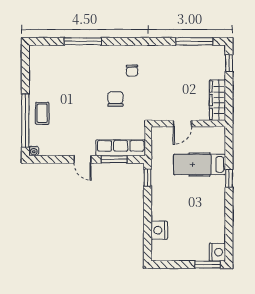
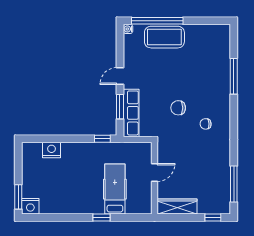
chair: (115, 99) -> (178, 108), turned 180
coffee table: (42, 113) -> (164, 37), width x1.86, depth x1.72
door: (182, 123) -> (155, 173), swing flipped

